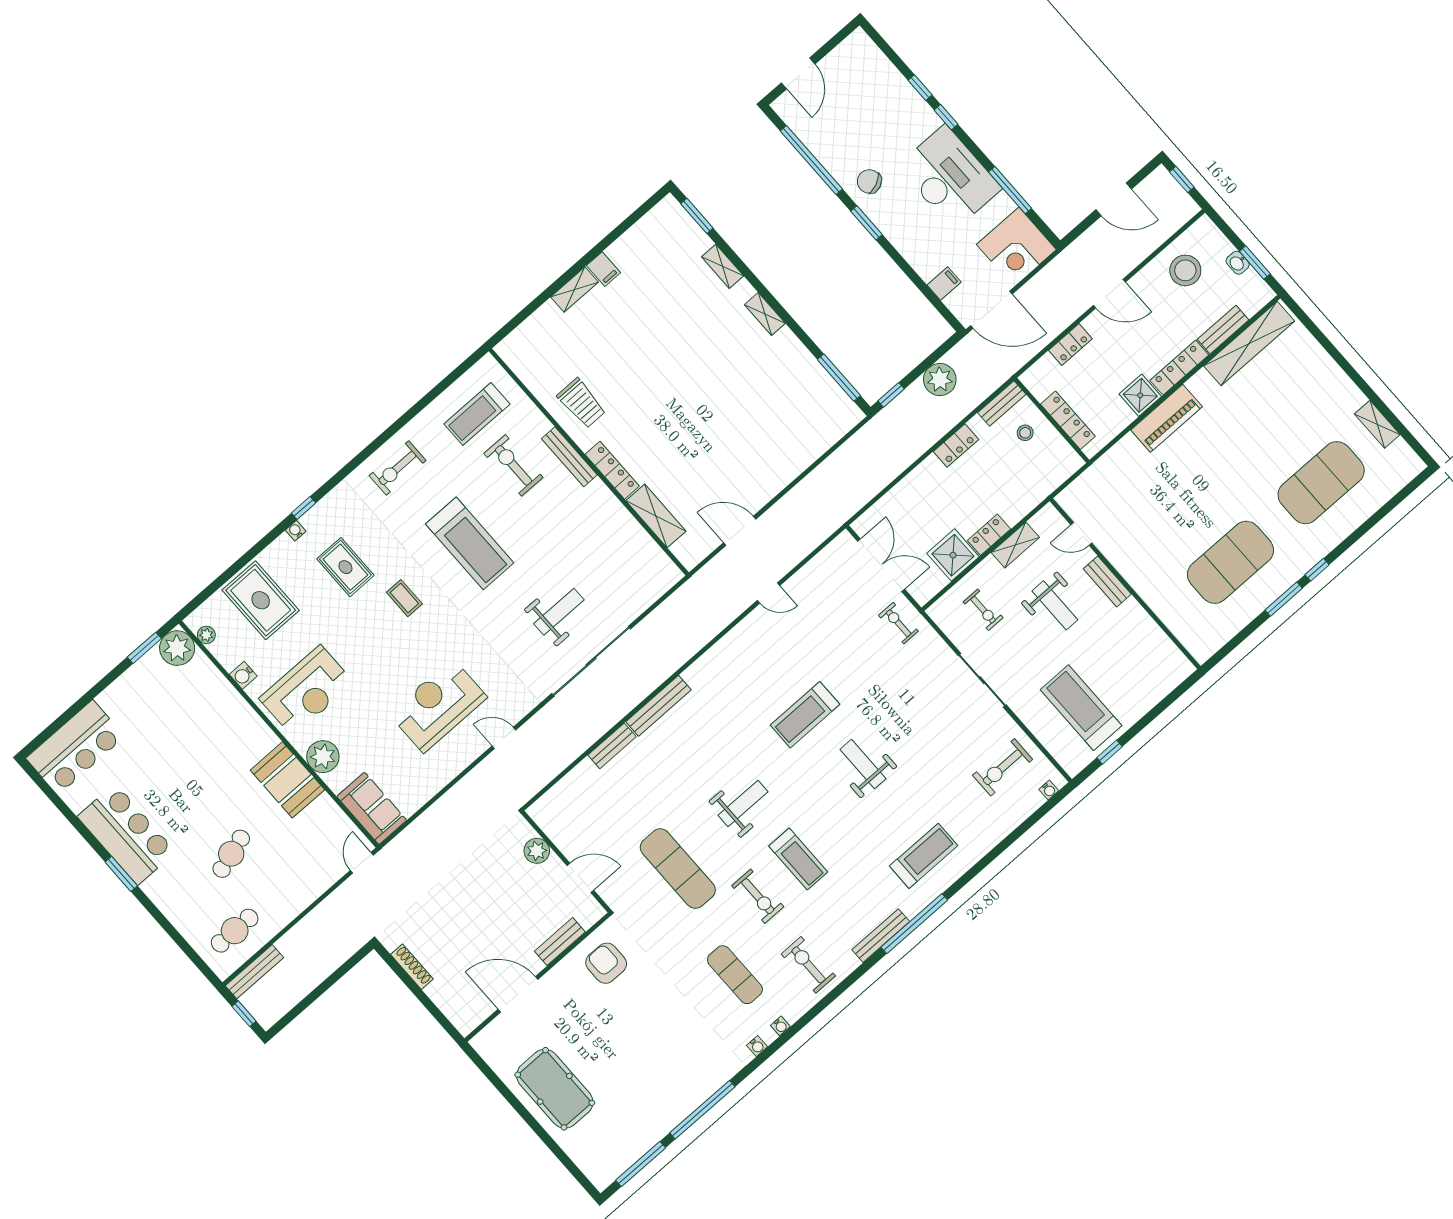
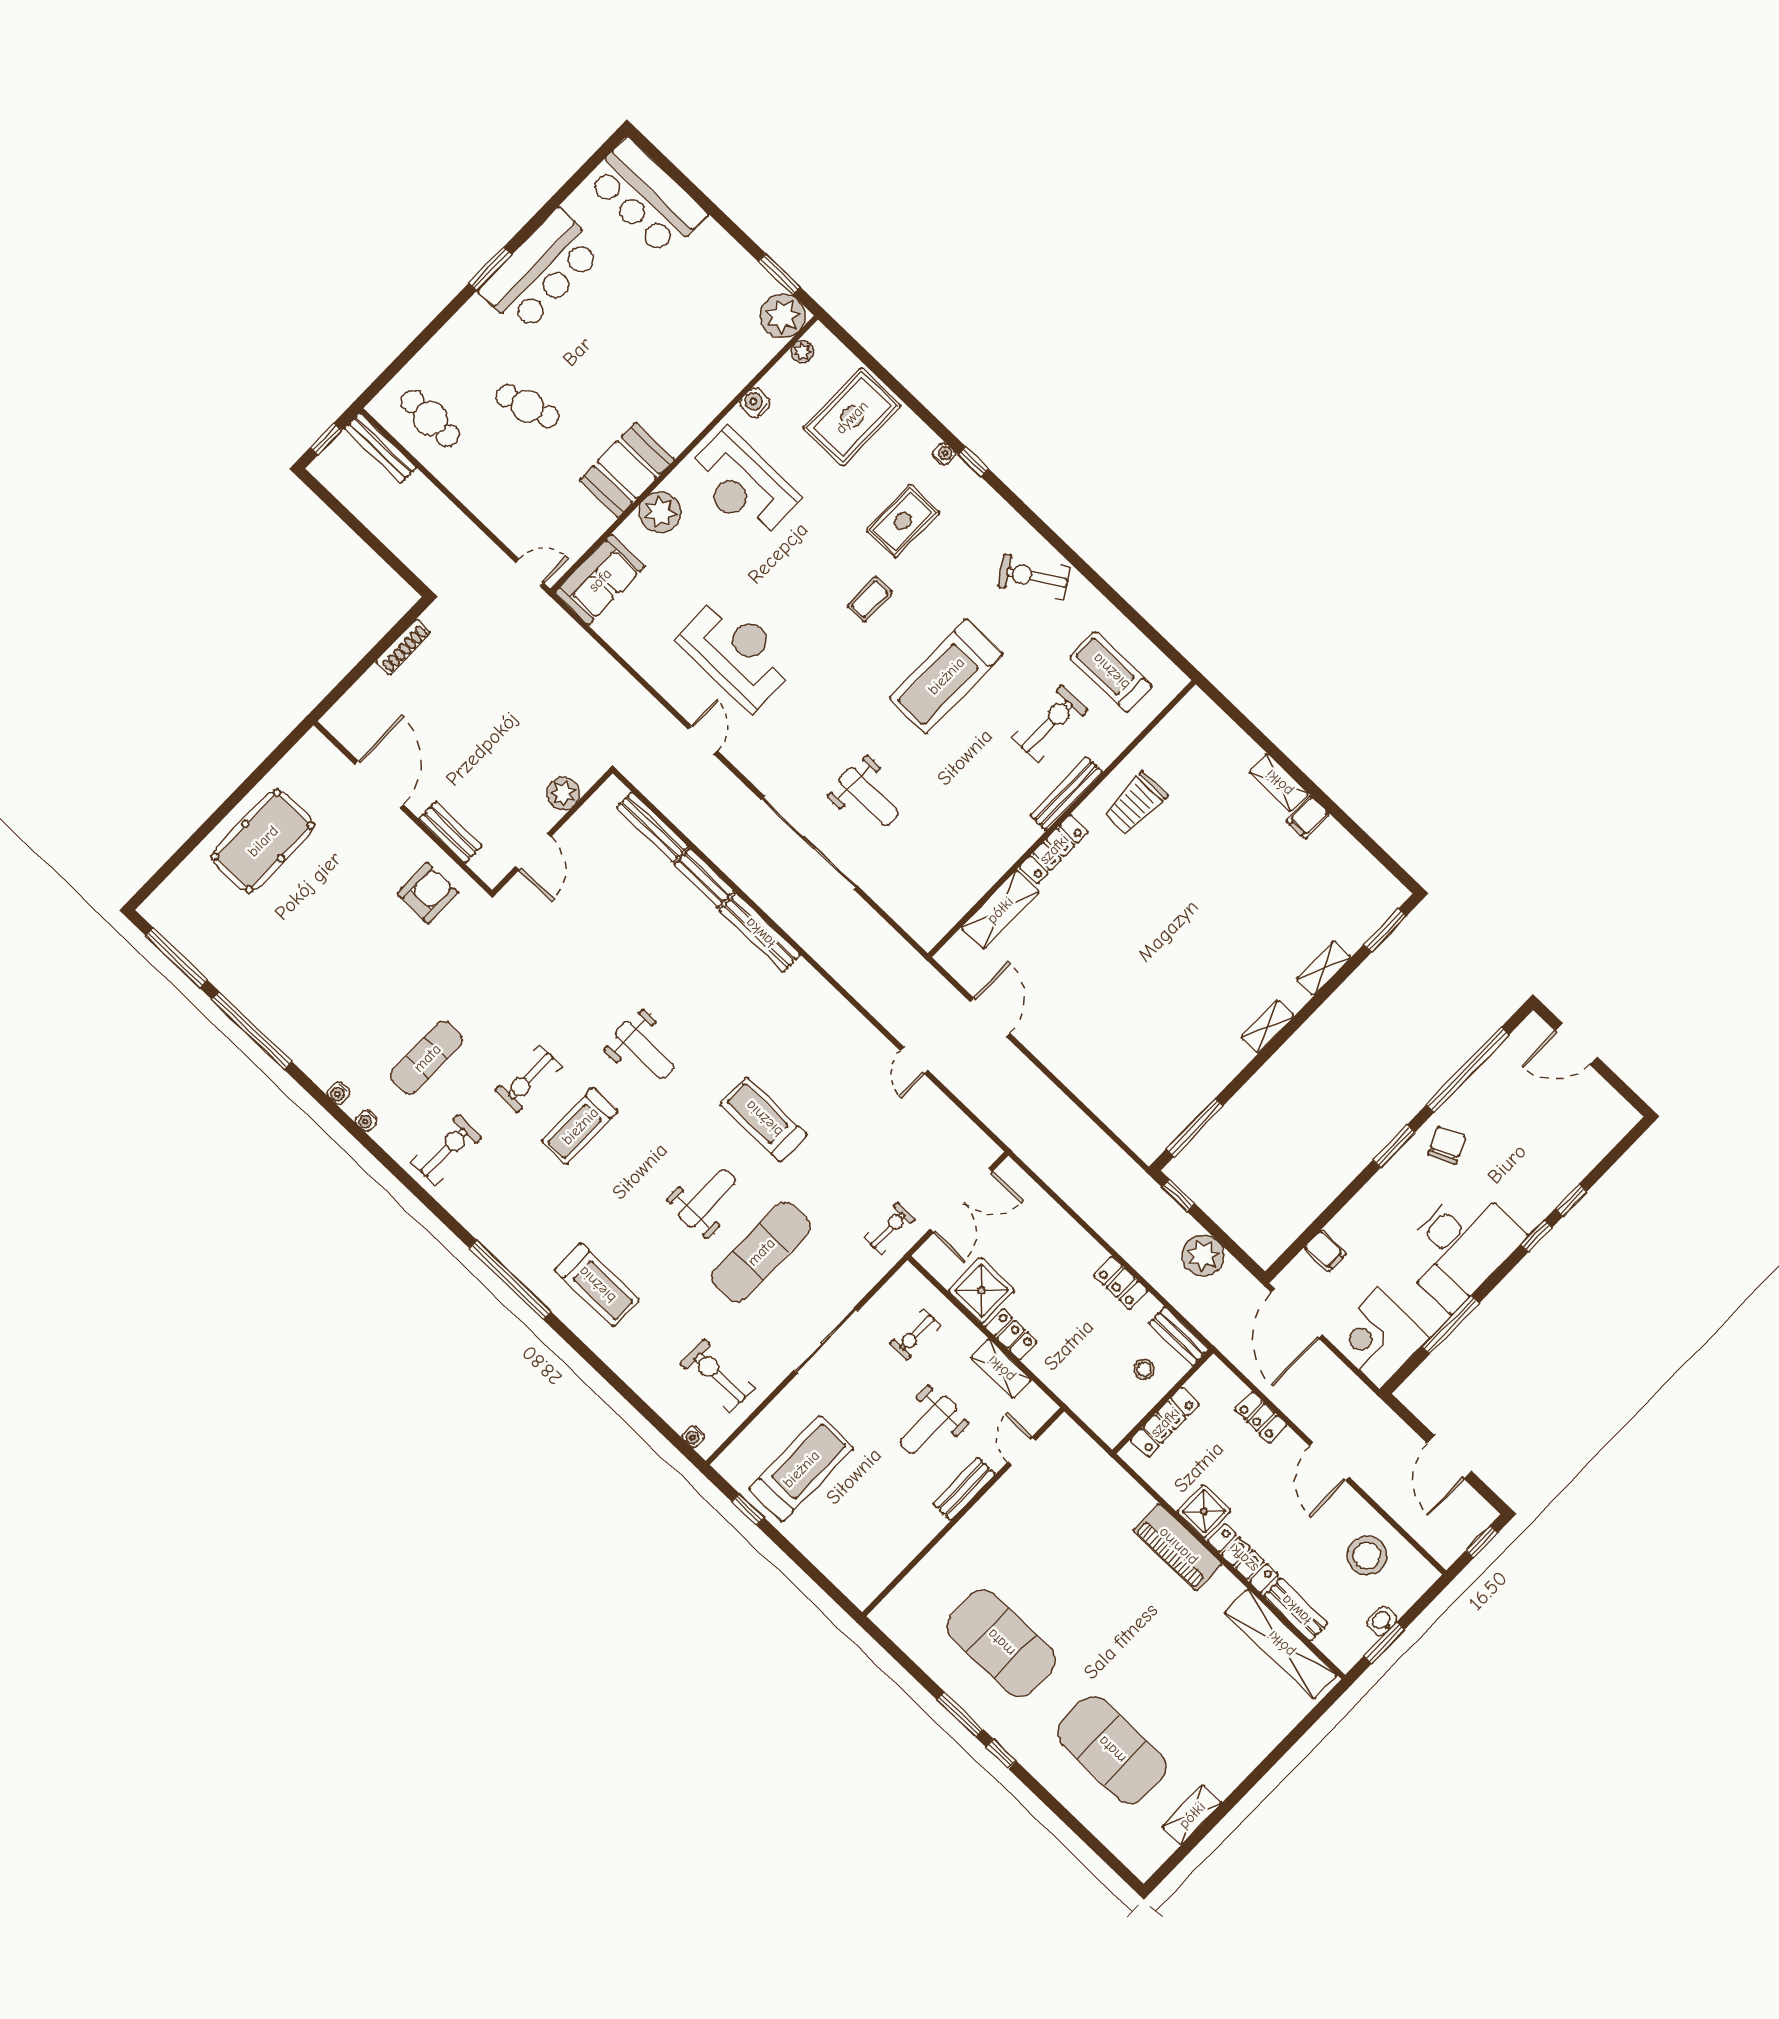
exercise bike: (397, 468) -> (1034, 577), turned -33
exercise mat: (678, 869) -> (761, 1252), moved
bench: (881, 936) -> (652, 827), moved

